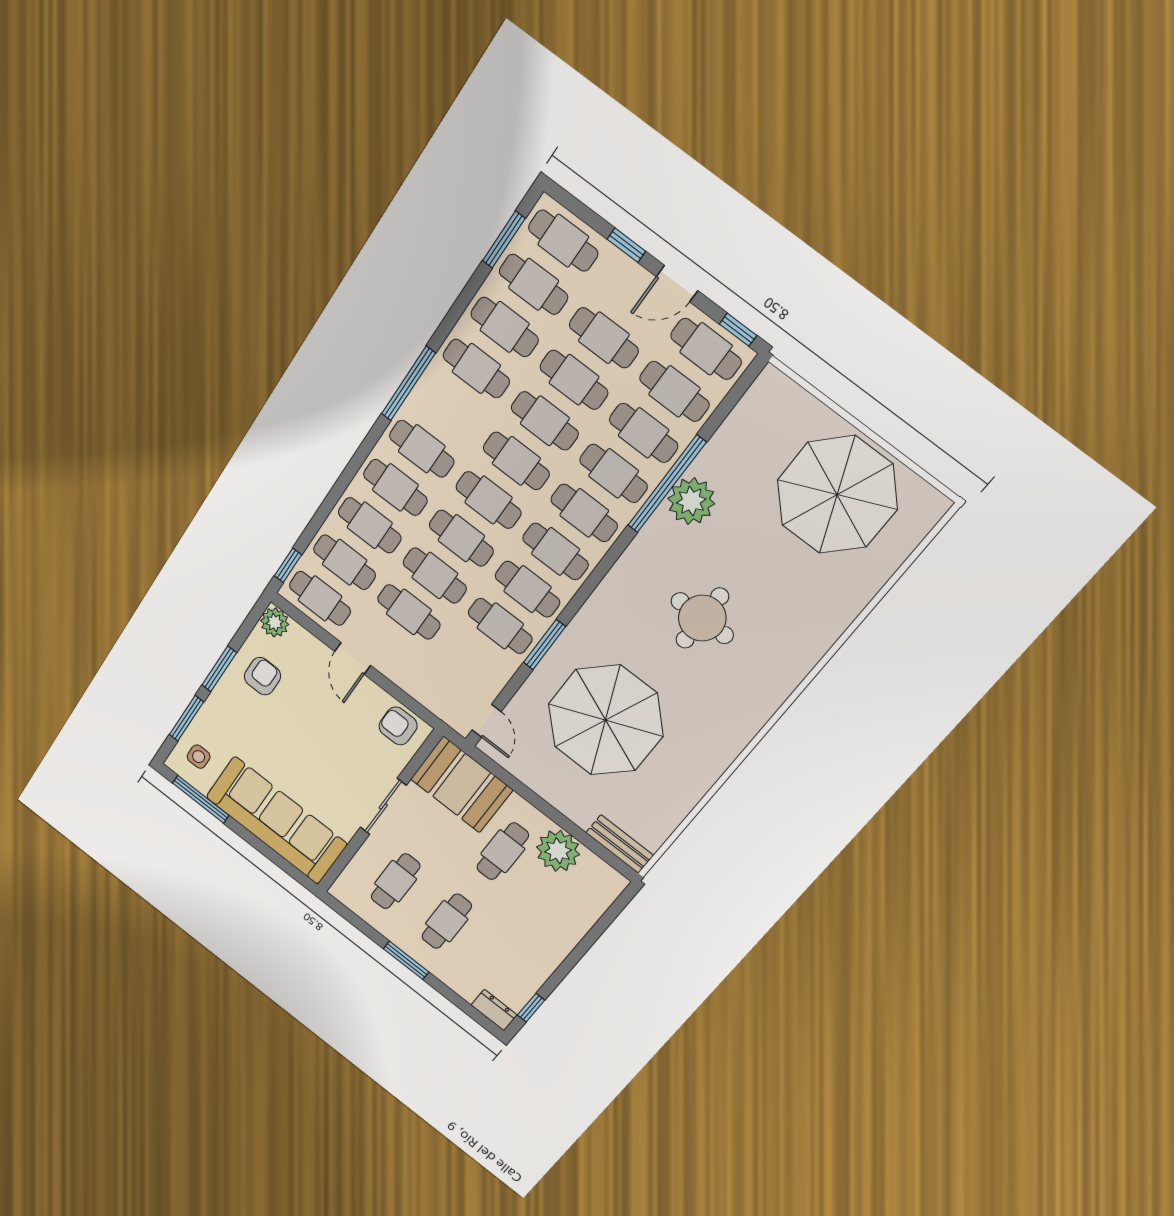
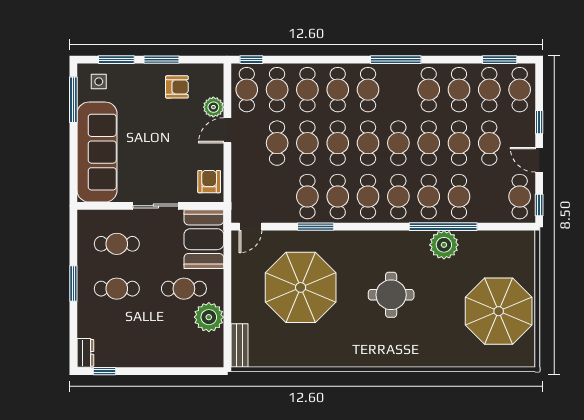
cafe table: (674, 391) -> (489, 197), removed
plant: (275, 622) -> (213, 107), moved

